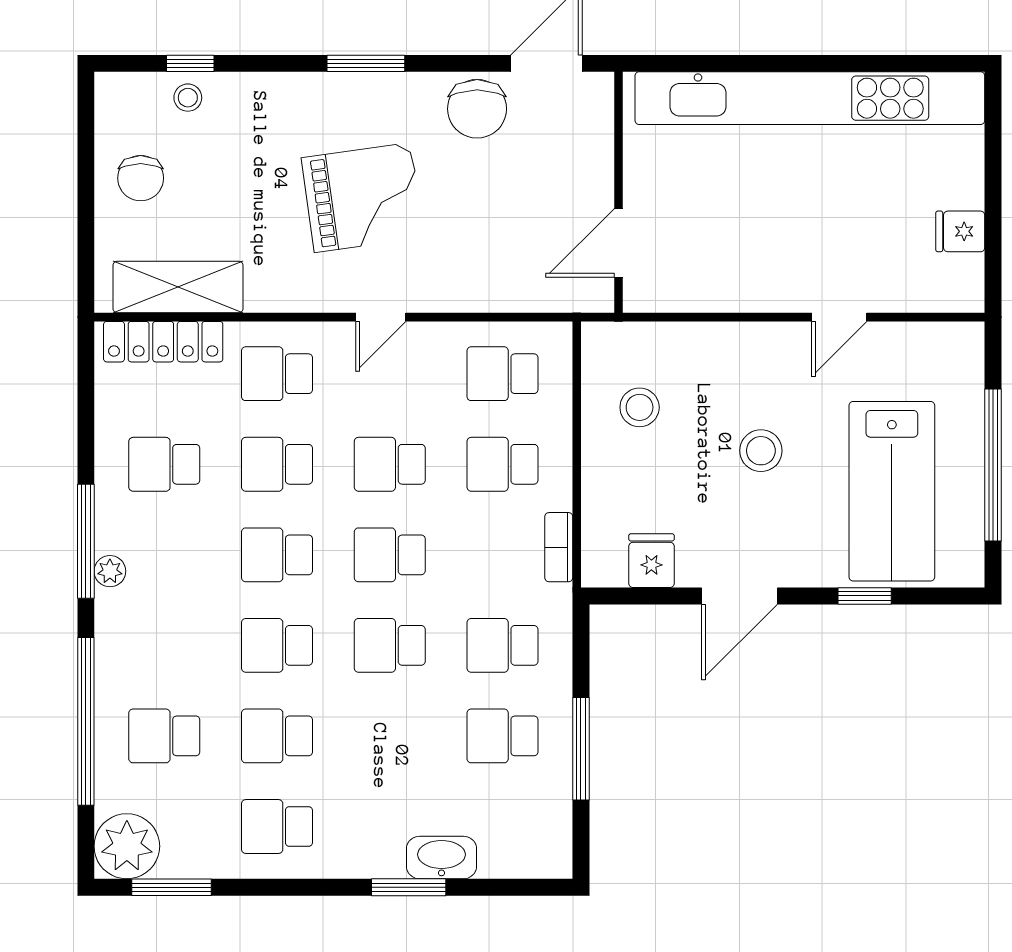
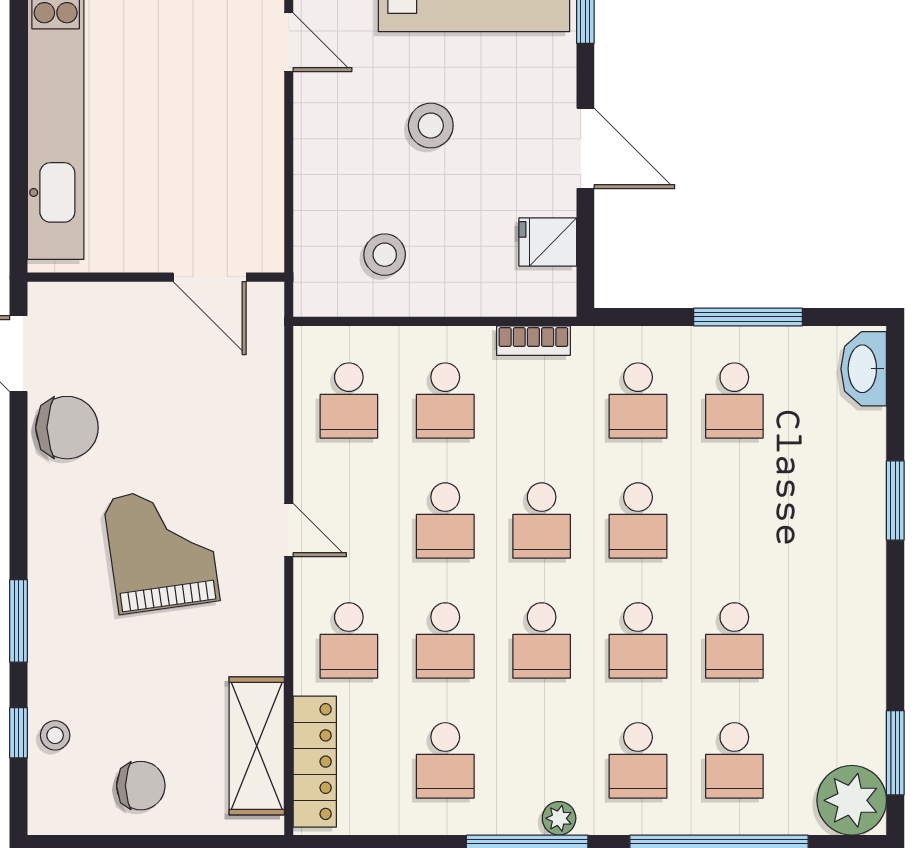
window: (366, 63) -> (19, 621), moved
school desk: (277, 826) -> (638, 760), moved
washbasin: (441, 858) -> (864, 369), moved

